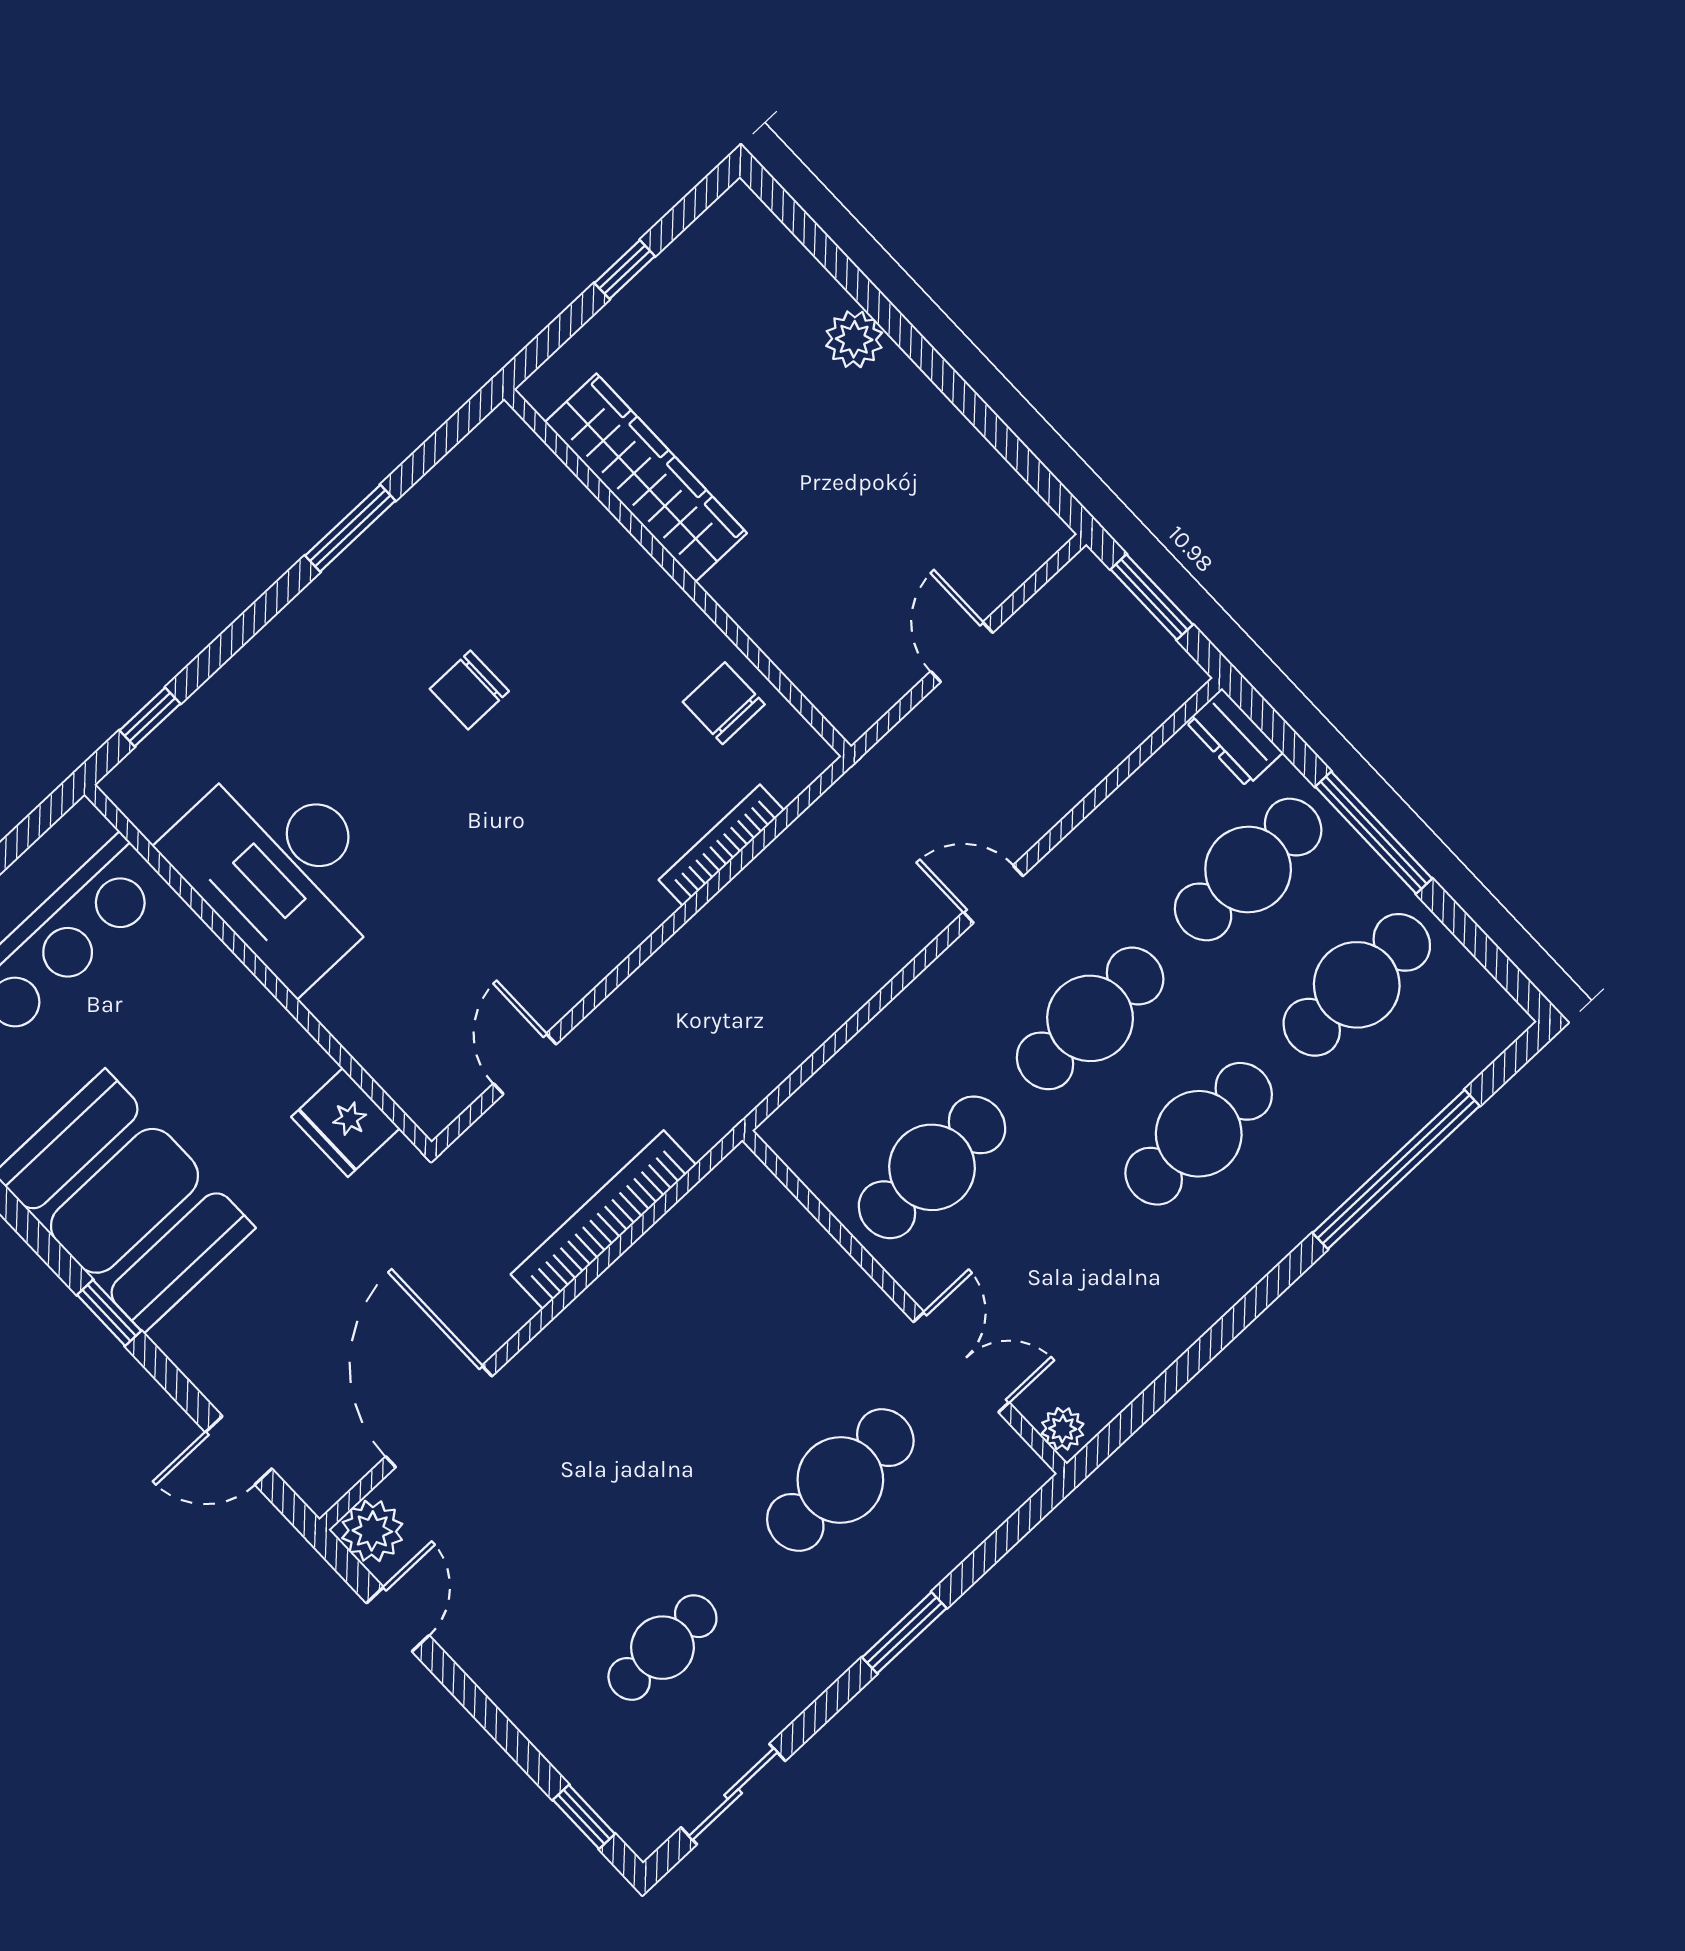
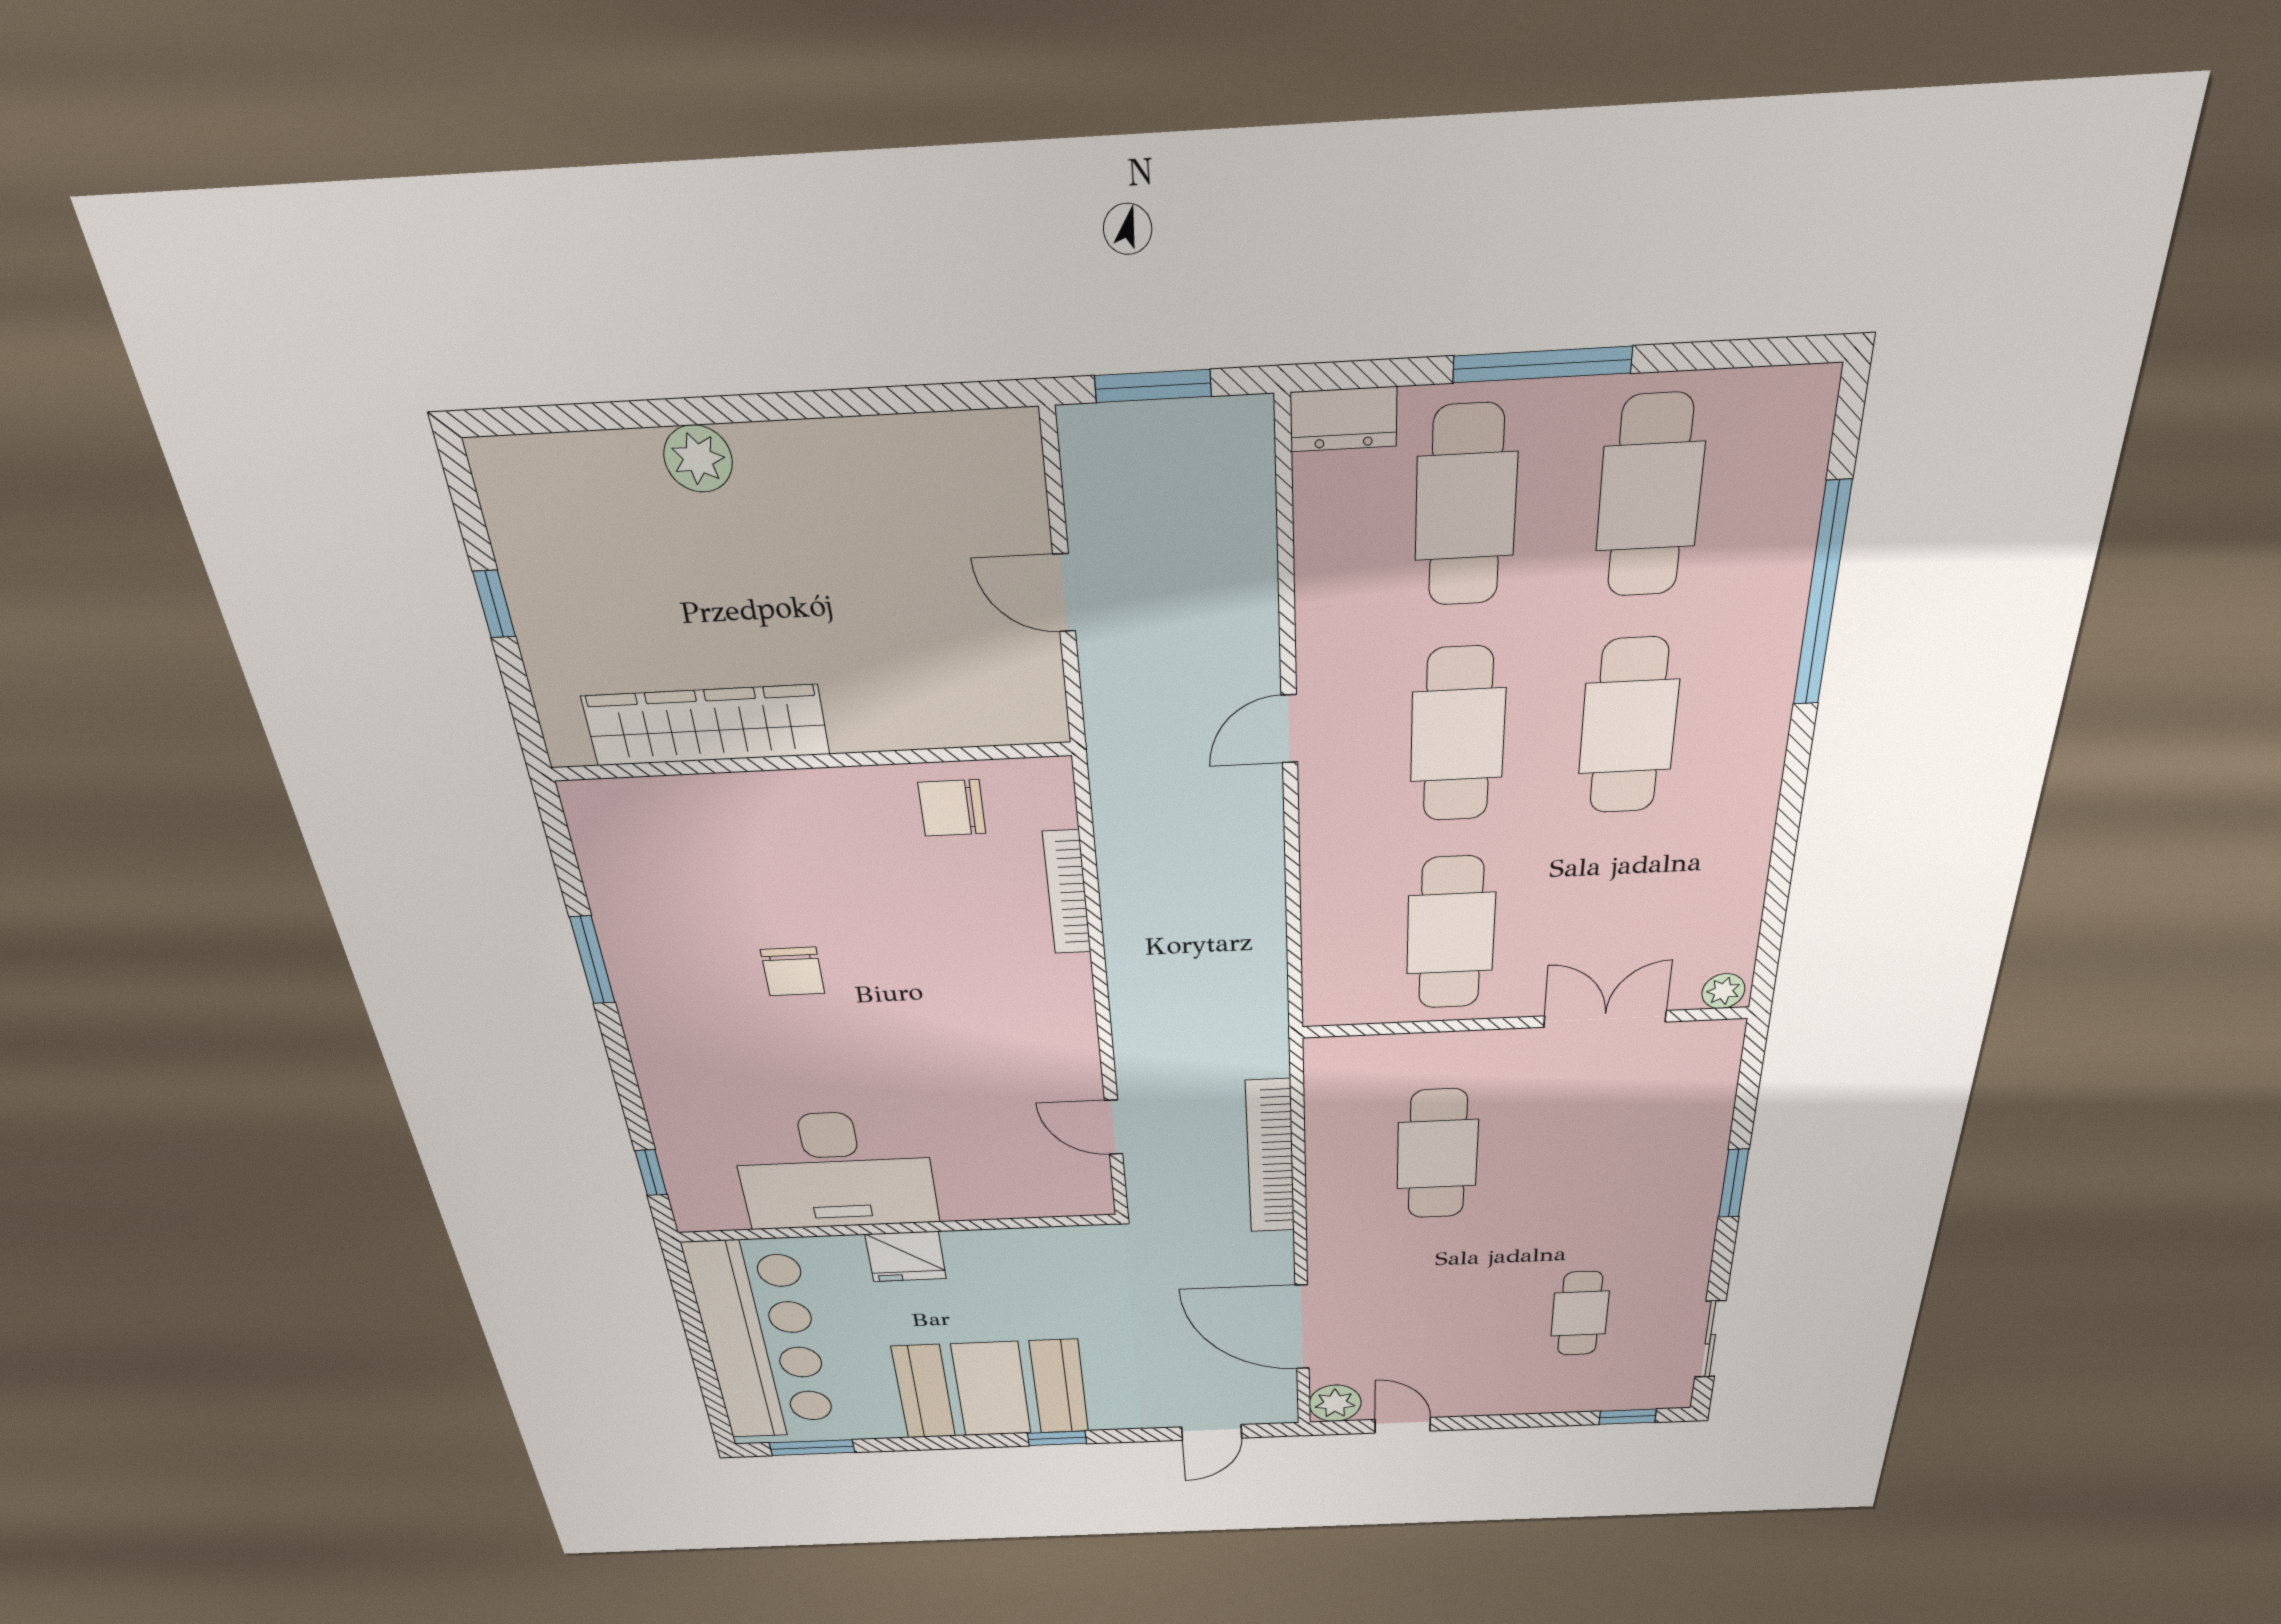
fridge: (345, 1123) -> (906, 1256), moved
cafe table: (840, 1480) -> (1437, 1154), moved

